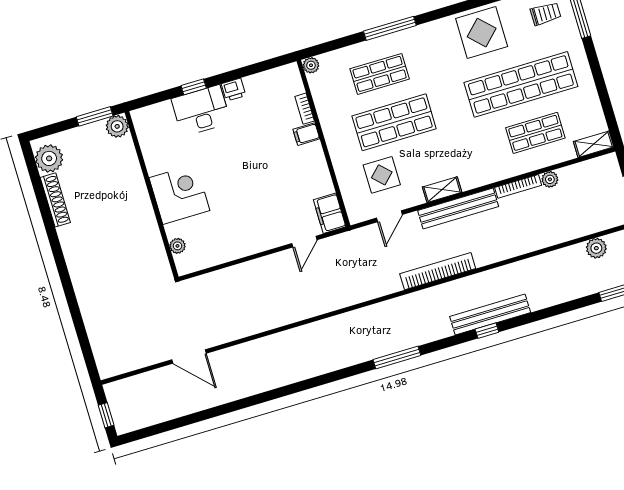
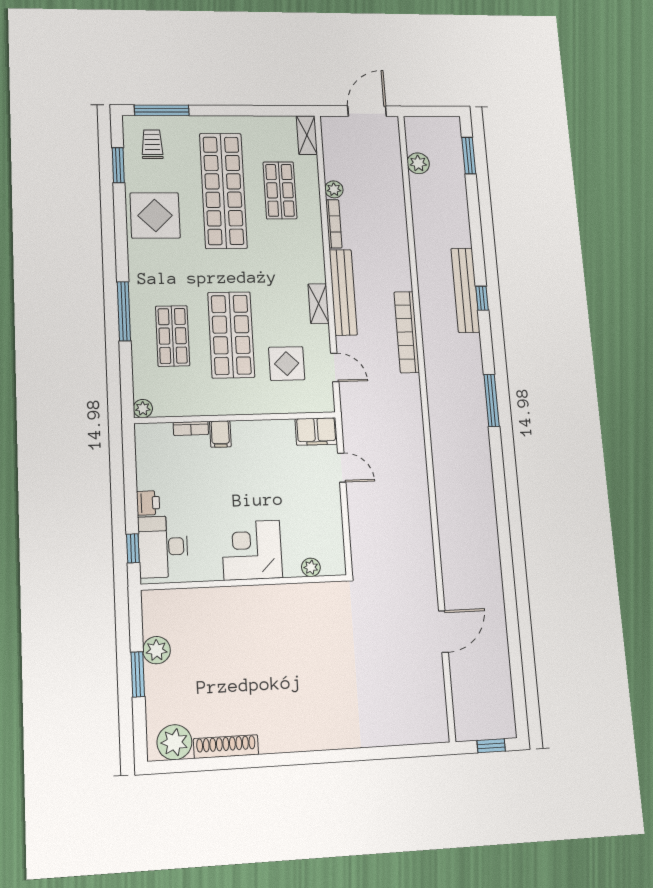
corner desk: (179, 194) -> (252, 550), moved
wall: (152, 195) -> (245, 582), moved
plant: (177, 246) -> (311, 567), moved

